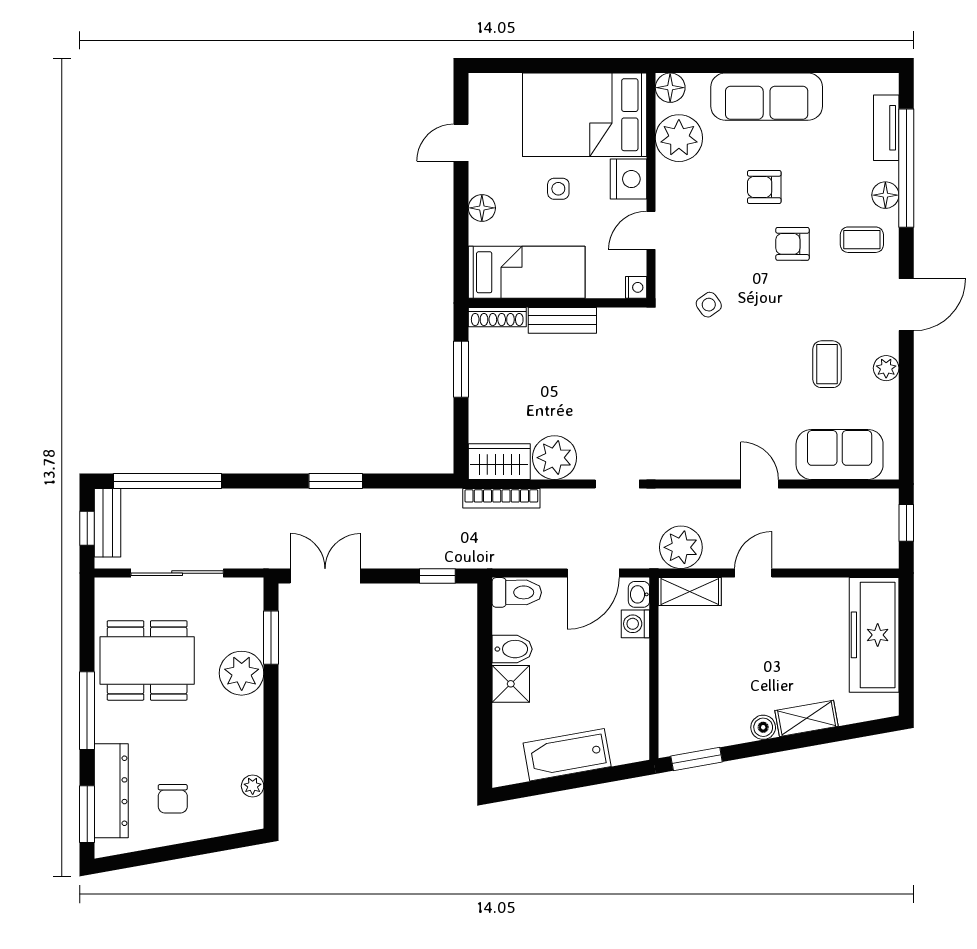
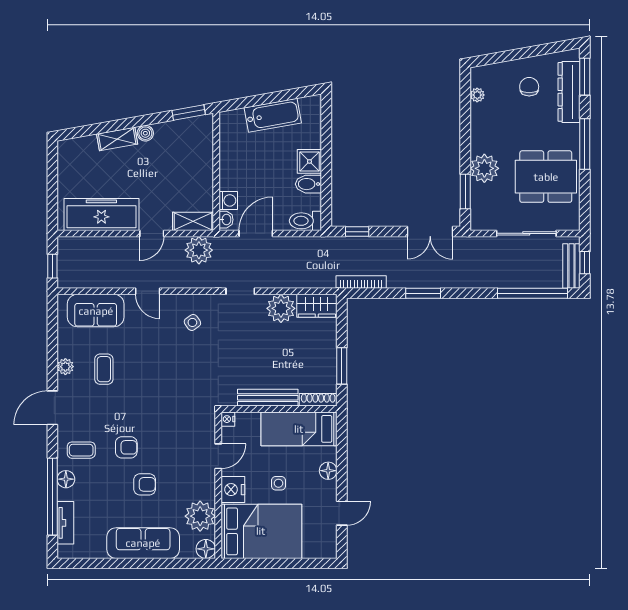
side table: (709, 305) -> (192, 322), moved
bench: (562, 320) -> (268, 398), width x1.36
bookcase: (501, 498) -> (361, 282), moved
freezer: (874, 635) -> (101, 215), moved, turned -90

